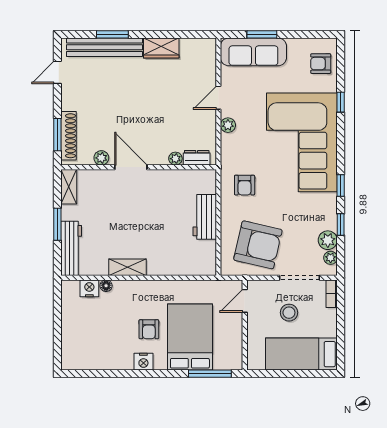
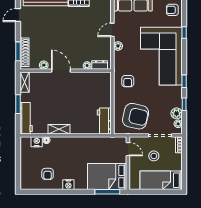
workbench: (205, 217) -> (104, 121), moved
door: (245, 301) -> (128, 149), swing flipped
armchair: (149, 329) -> (48, 174), moved
bed: (190, 337) -> (107, 177), moved, turned -90

